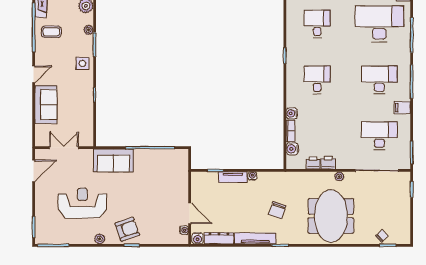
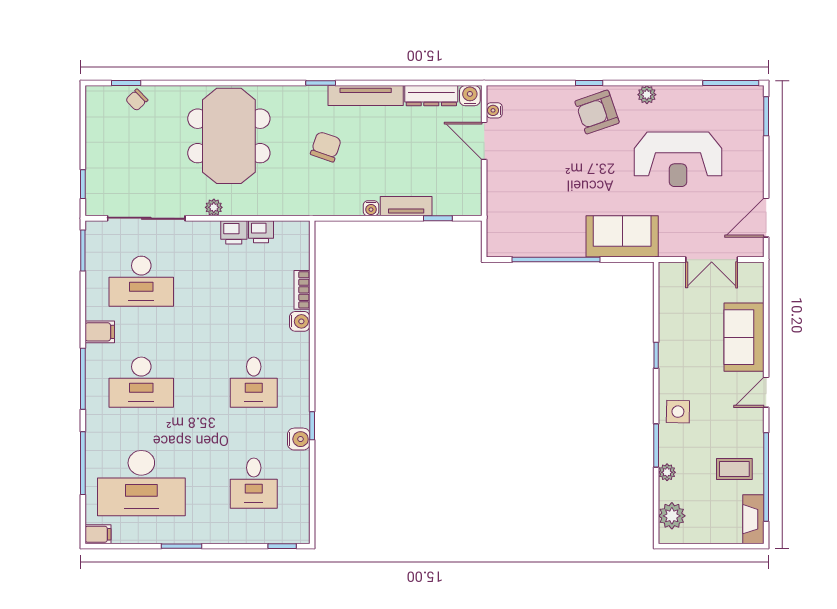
water cooler: (292, 149) -> (299, 439), moved

